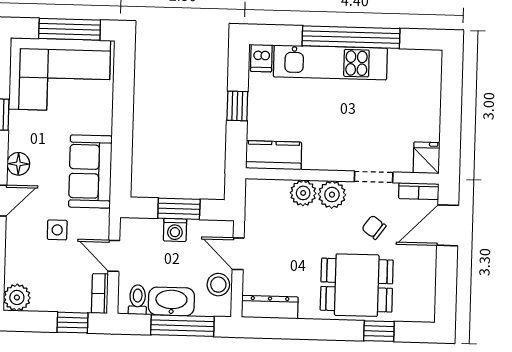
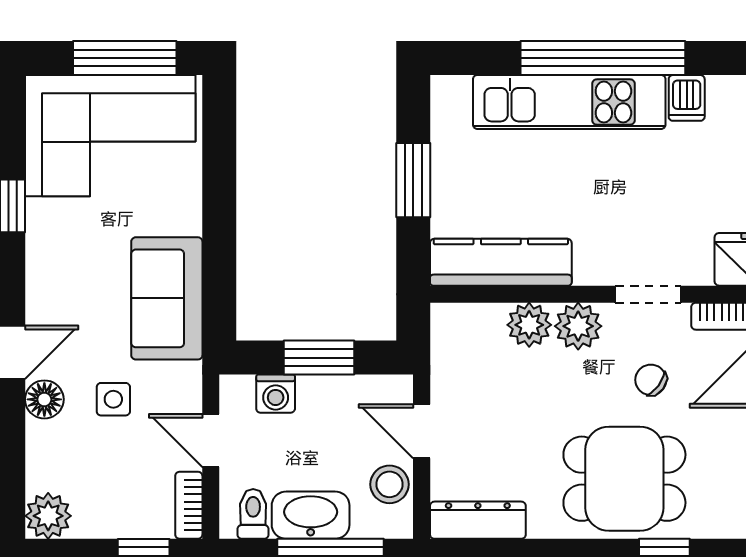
dishwasher: (261, 58) -> (687, 98), moved
window: (237, 106) -> (413, 180), width x1.50
kitchen counter: (274, 155) -> (501, 262), width x1.50
floor lamp: (18, 164) -> (44, 399), moved
washing machine: (175, 230) -> (276, 394), moved

